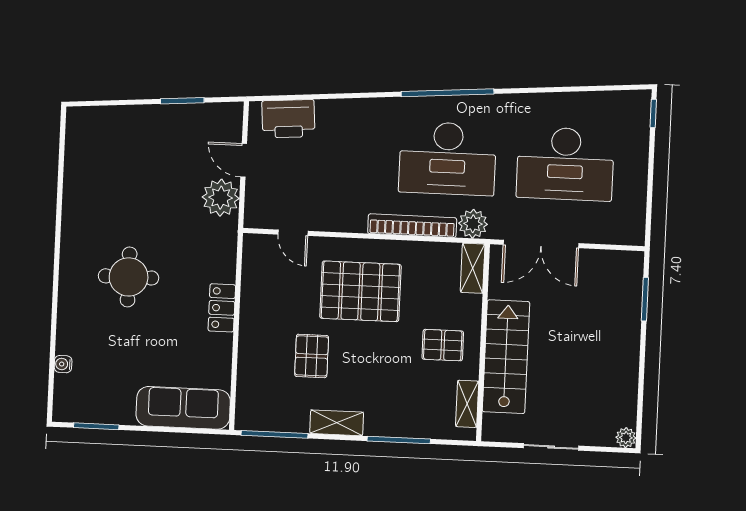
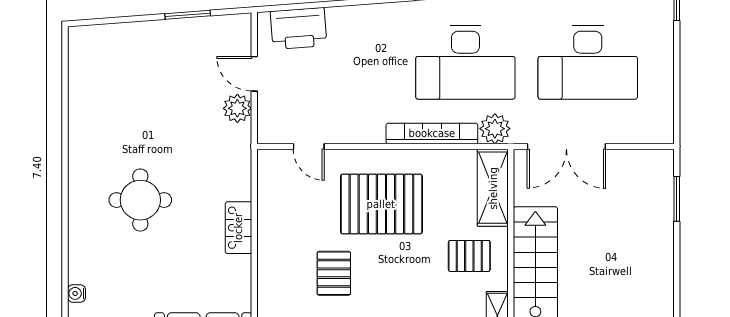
plant: (221, 198) -> (237, 108), width x0.73, depth x0.73
shelving: (473, 268) -> (493, 188), width x1.50, depth x1.33

